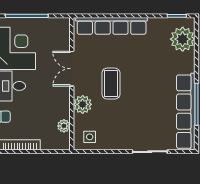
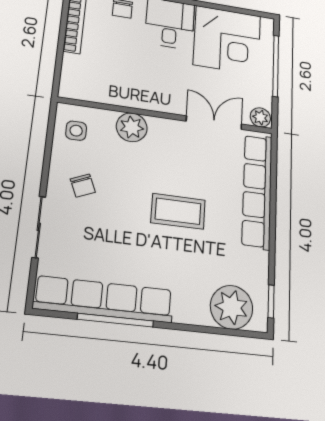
double door: (72, 69) -> (214, 123), moved
coffee table: (111, 84) -> (178, 211), moved
plant: (64, 126) -> (260, 117), moved
chair: (122, 130) -> (83, 186), added

